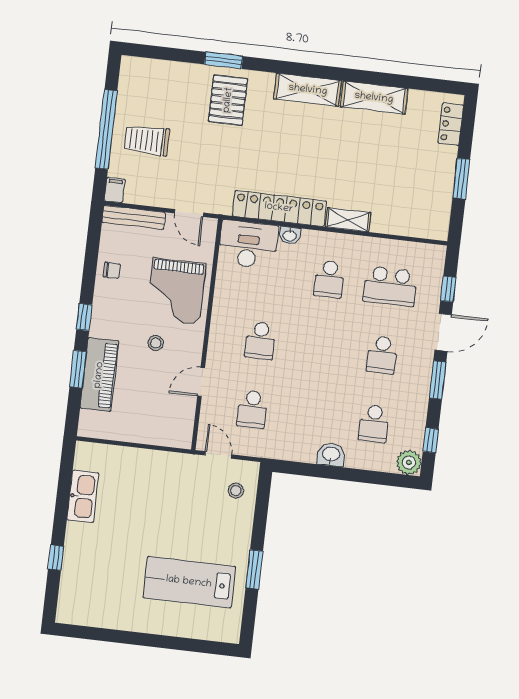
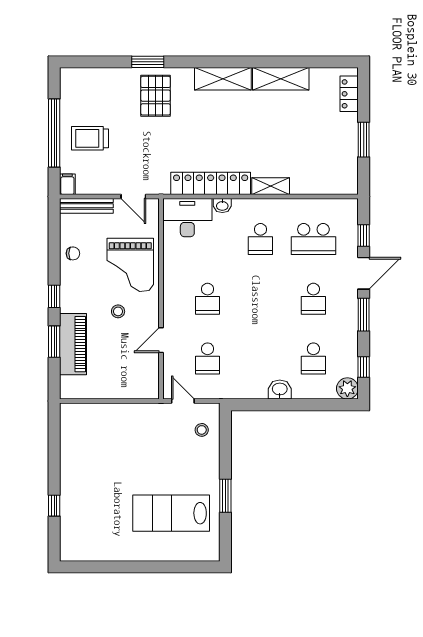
kitchen sink: (83, 496) -> (71, 450), removed

